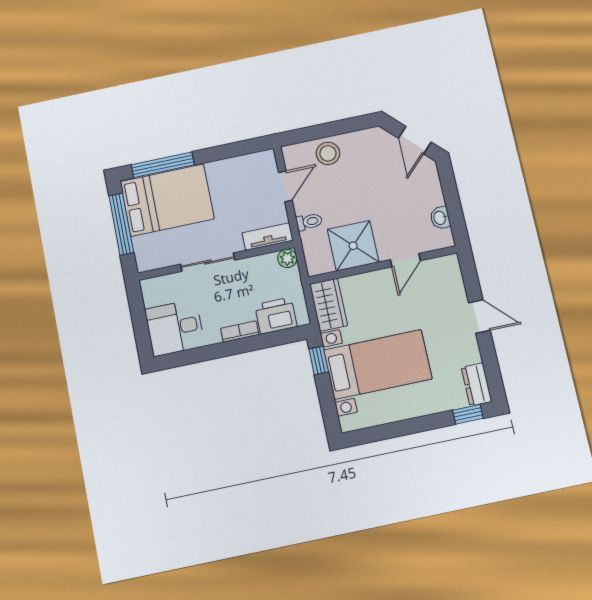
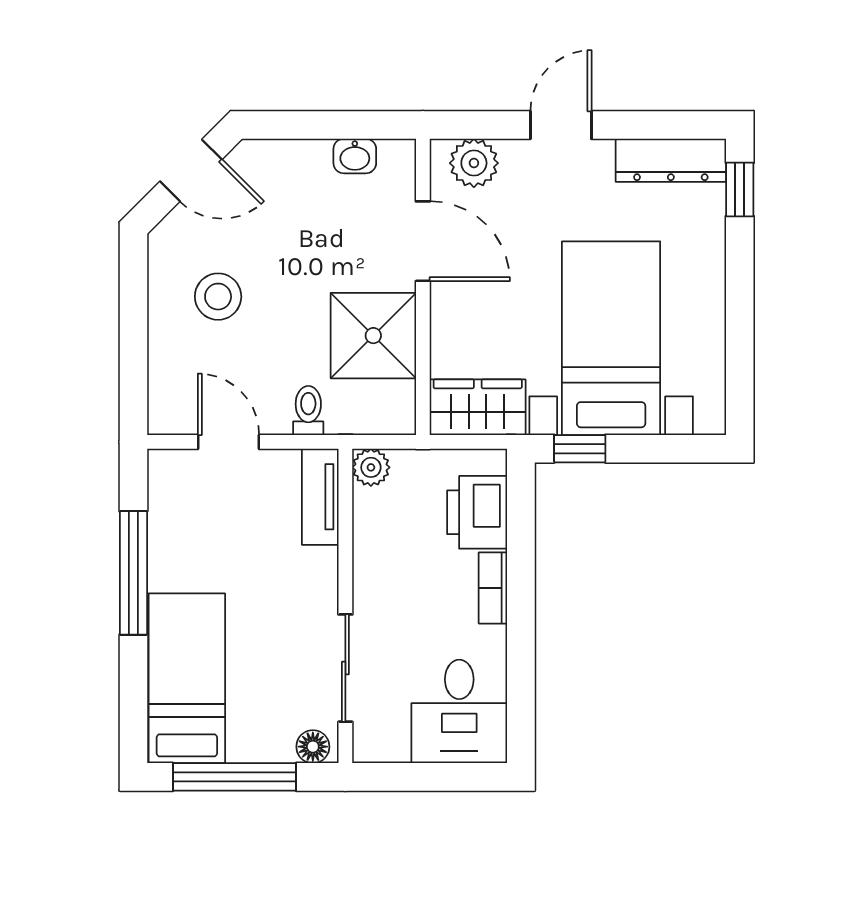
stool: (328, 153) -> (218, 297), moved
window: (163, 165) -> (133, 573), moved
bed: (167, 200) -> (187, 678), width x0.67
floor lamp: (143, 259) -> (313, 747), added
door: (405, 260) -> (423, 241), width x1.37
sliding door: (208, 262) -> (345, 668), moved
plant: (450, 277) -> (474, 163), added
dresser: (477, 384) -> (671, 160), width x1.44

